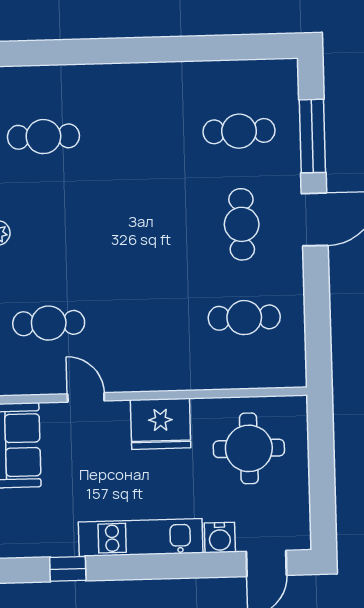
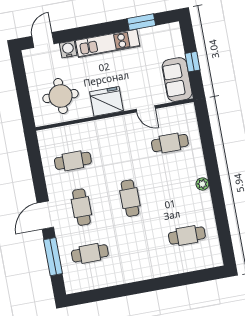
cafe table: (144, 227) -> (130, 198), added
window: (68, 569) -> (141, 22), width x1.50

